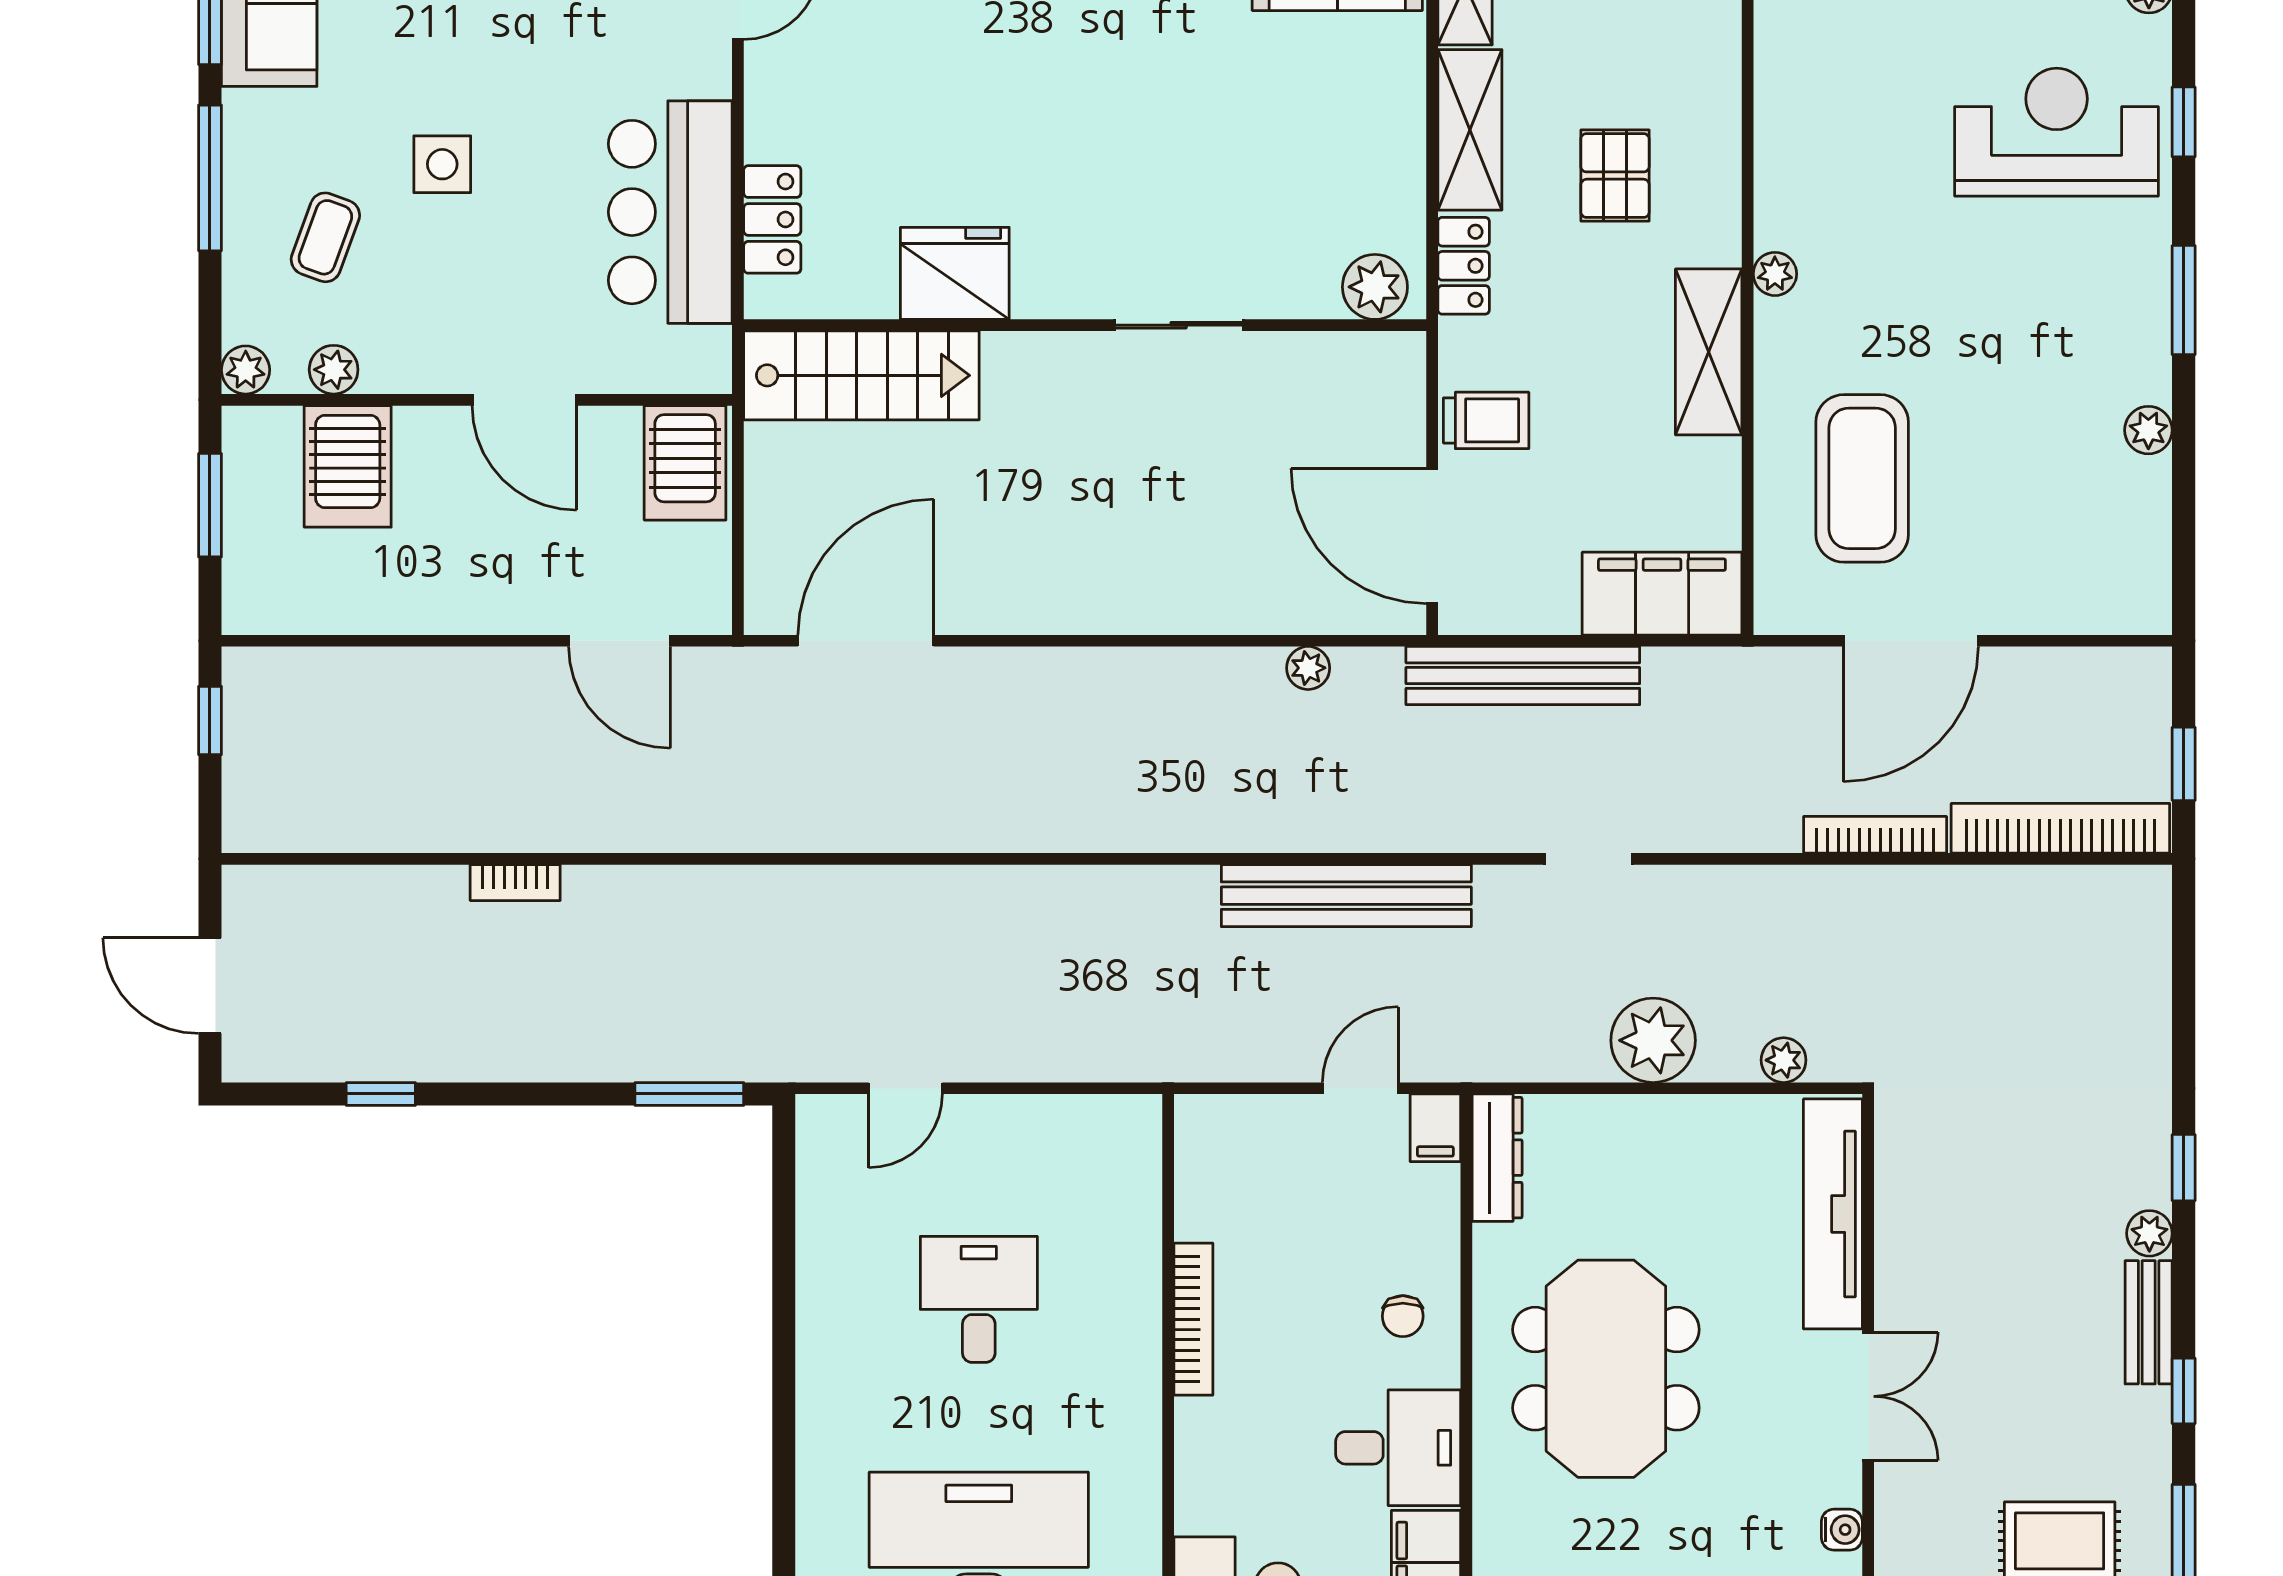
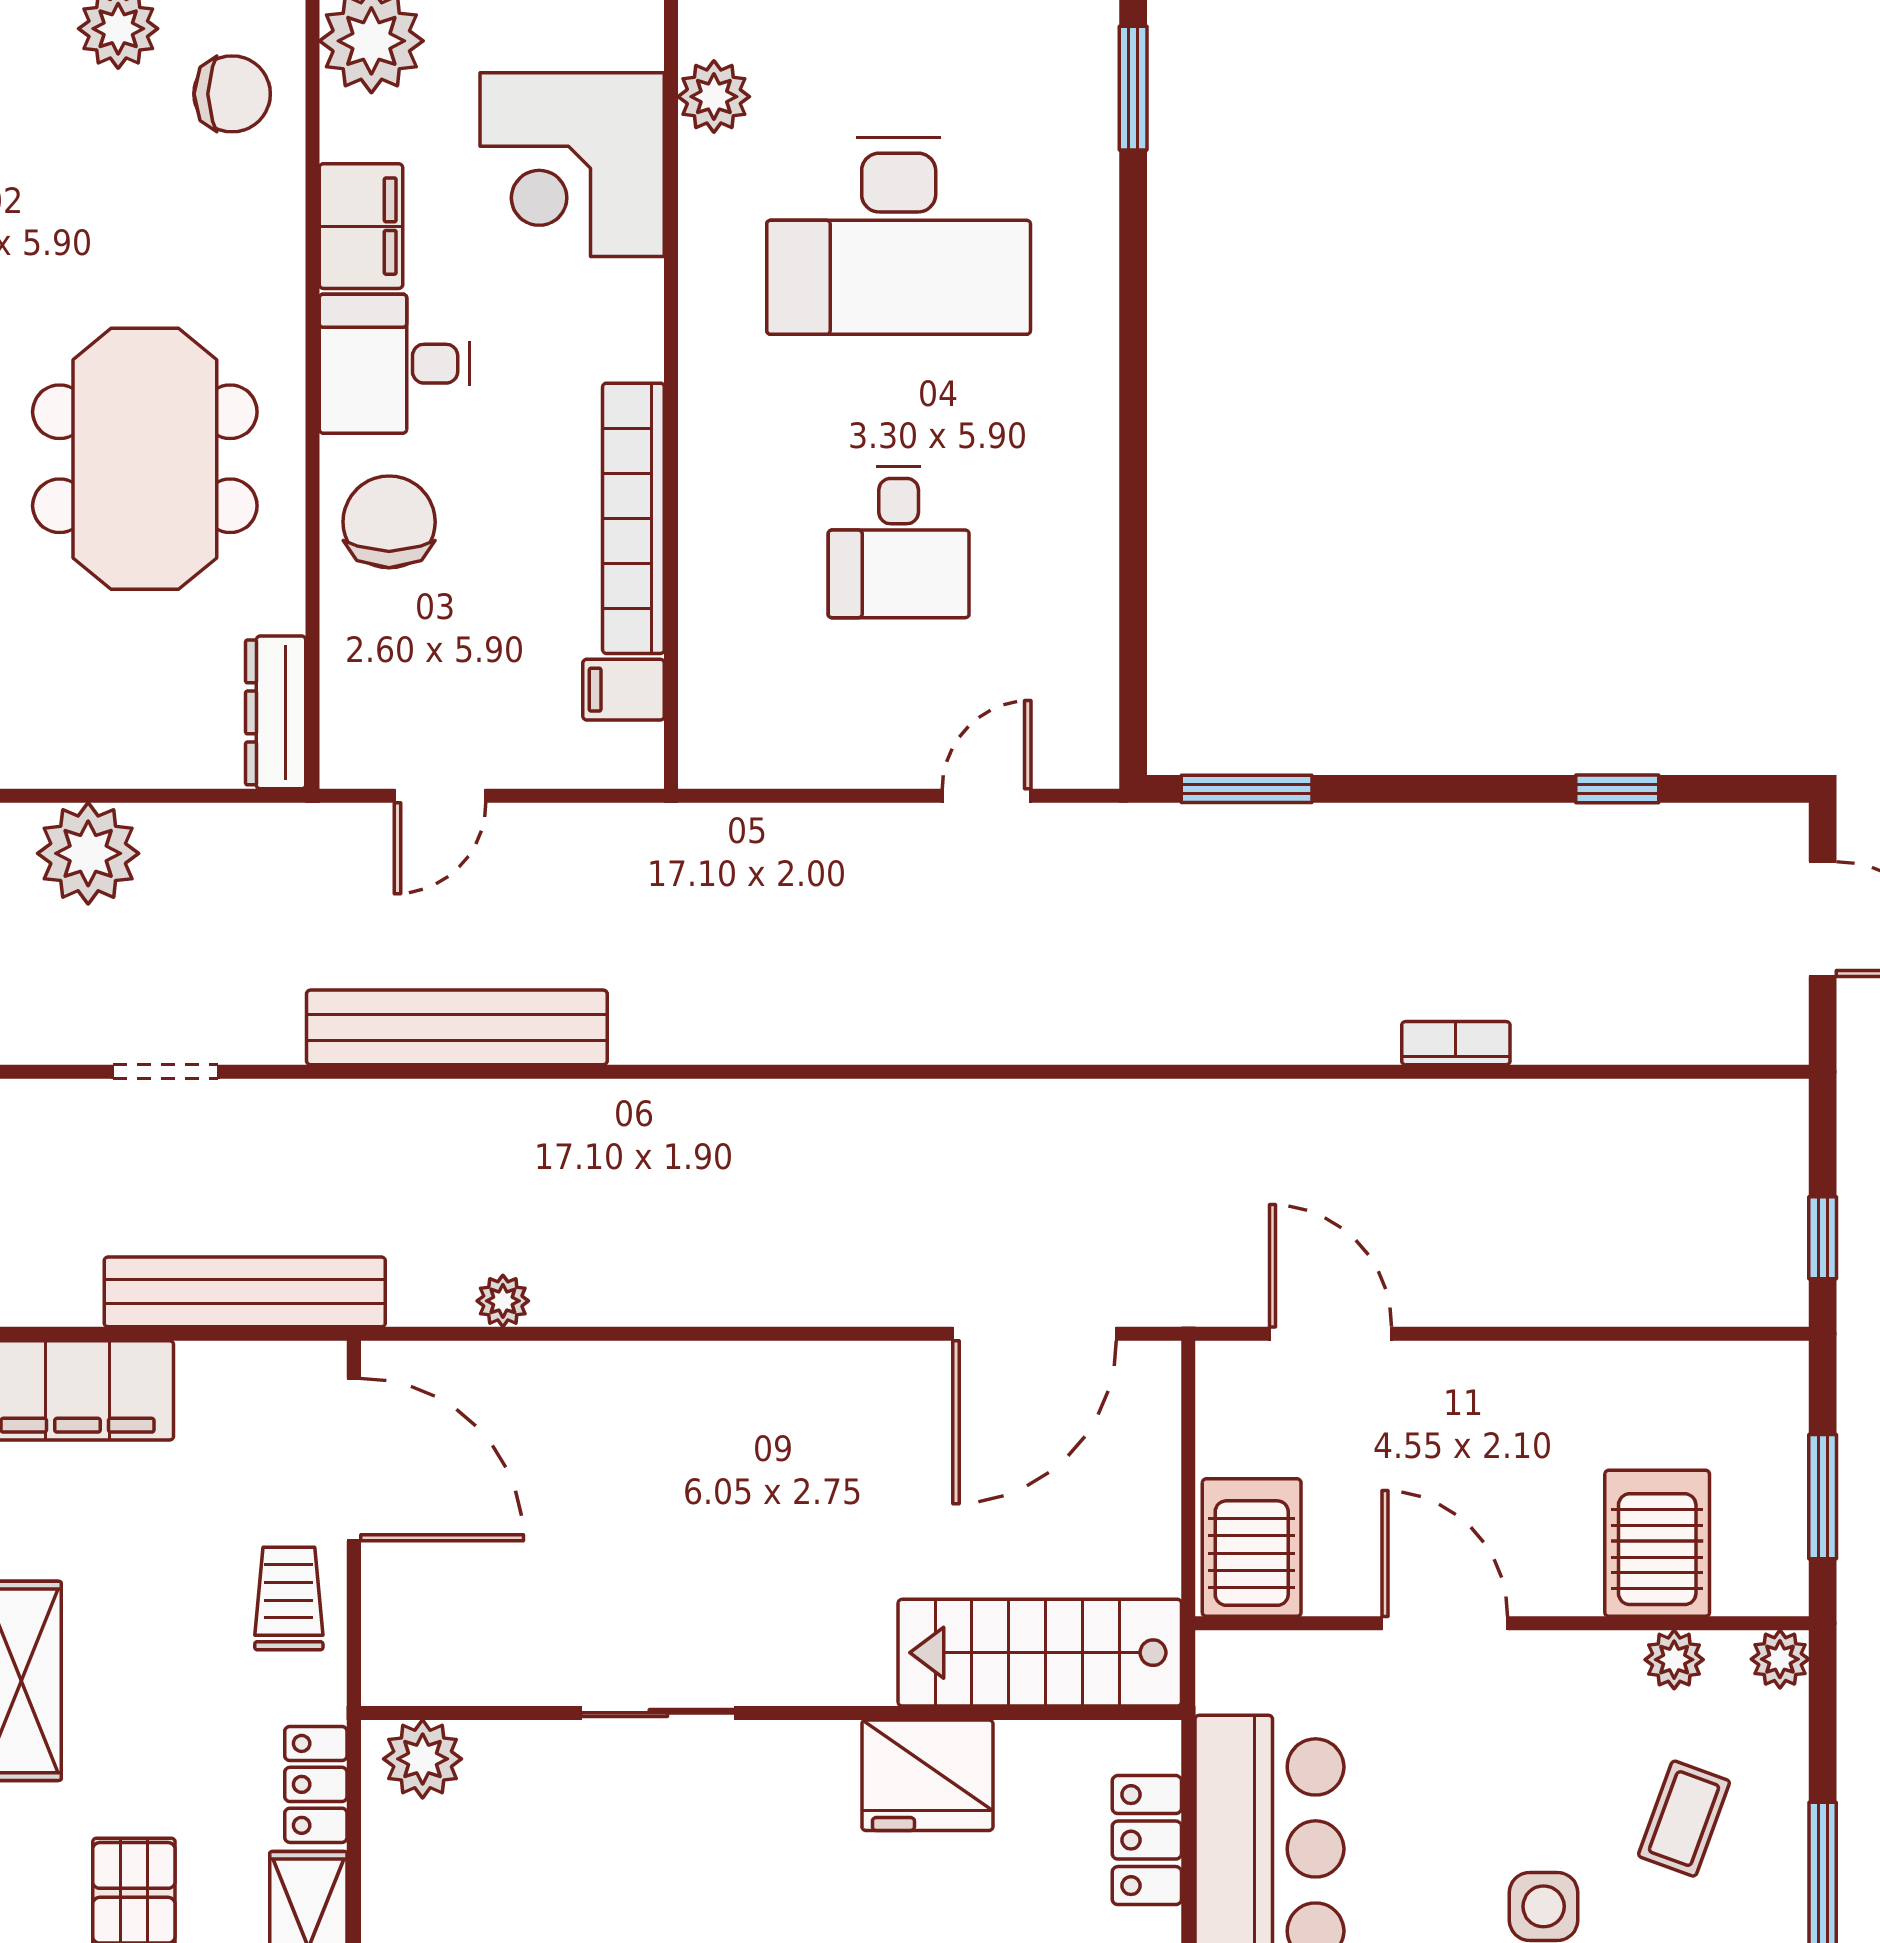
trolley: (1486, 420) -> (289, 1598), turned 90
filing cabinet: (1435, 1128) -> (624, 690), moved, turned -90
chair: (1403, 1316) -> (389, 522), width x1.87, depth x1.87
bookcase: (1193, 1319) -> (633, 518), width x1.48, depth x1.31

